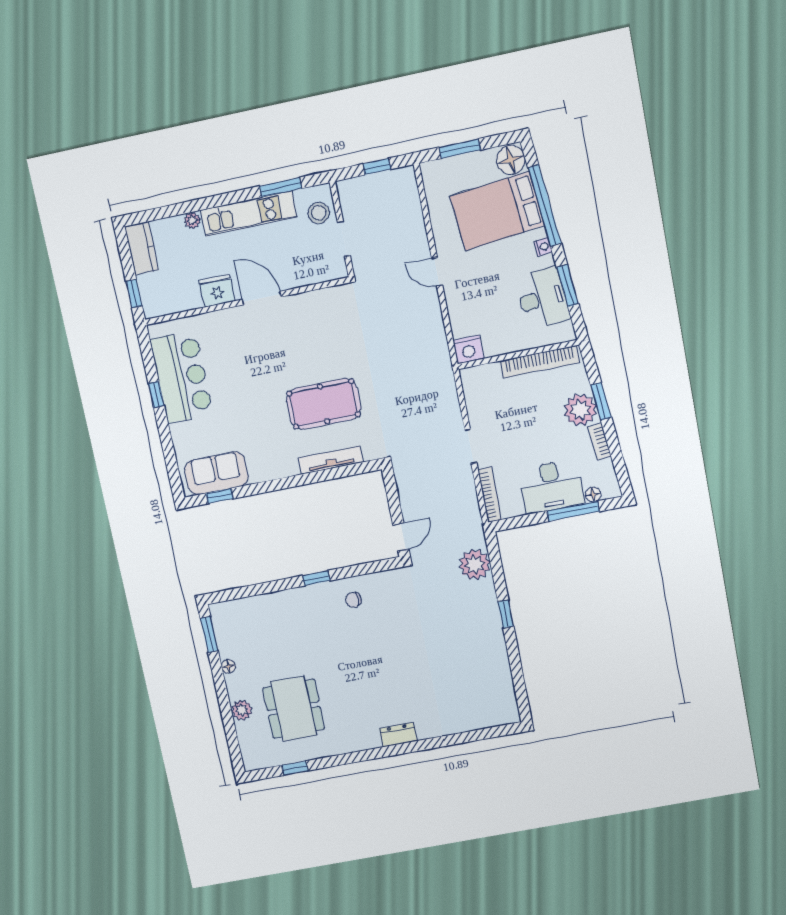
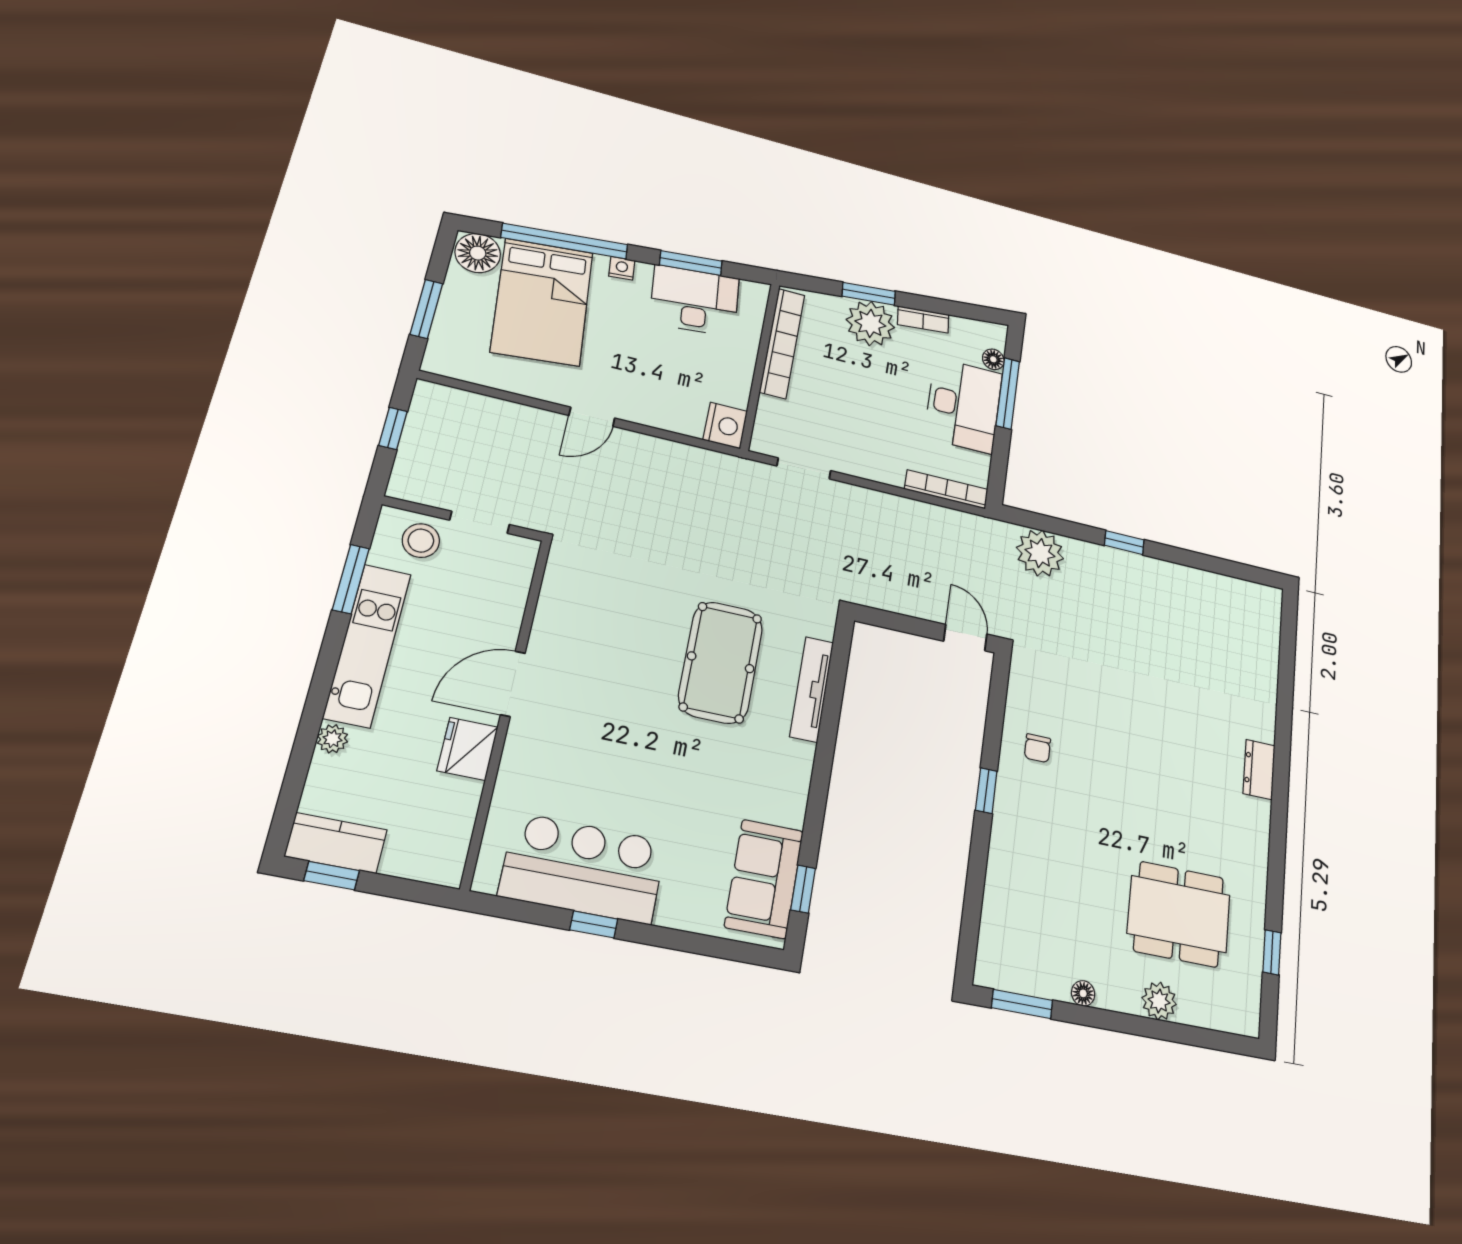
window: (134, 294) -> (332, 876), moved
doorway: (471, 446) -> (804, 468), moved

